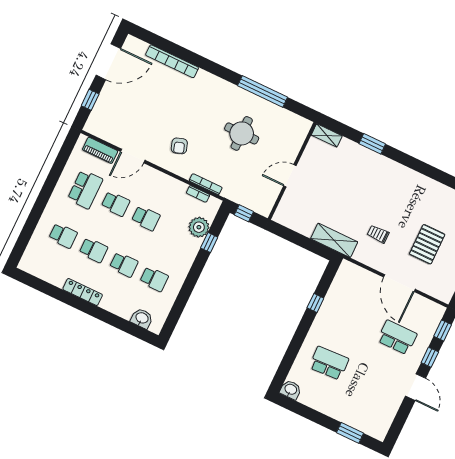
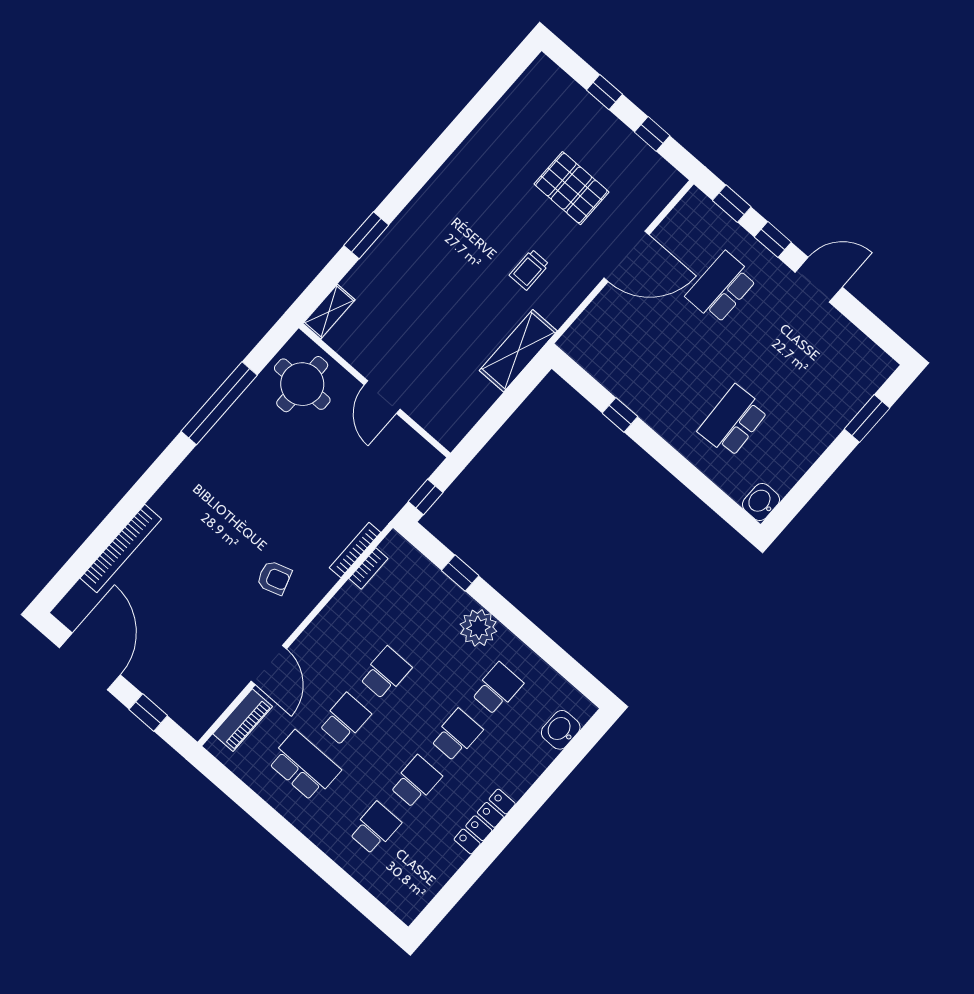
round table: (242, 133) -> (302, 384), moved
plant: (199, 227) -> (478, 628), moved

